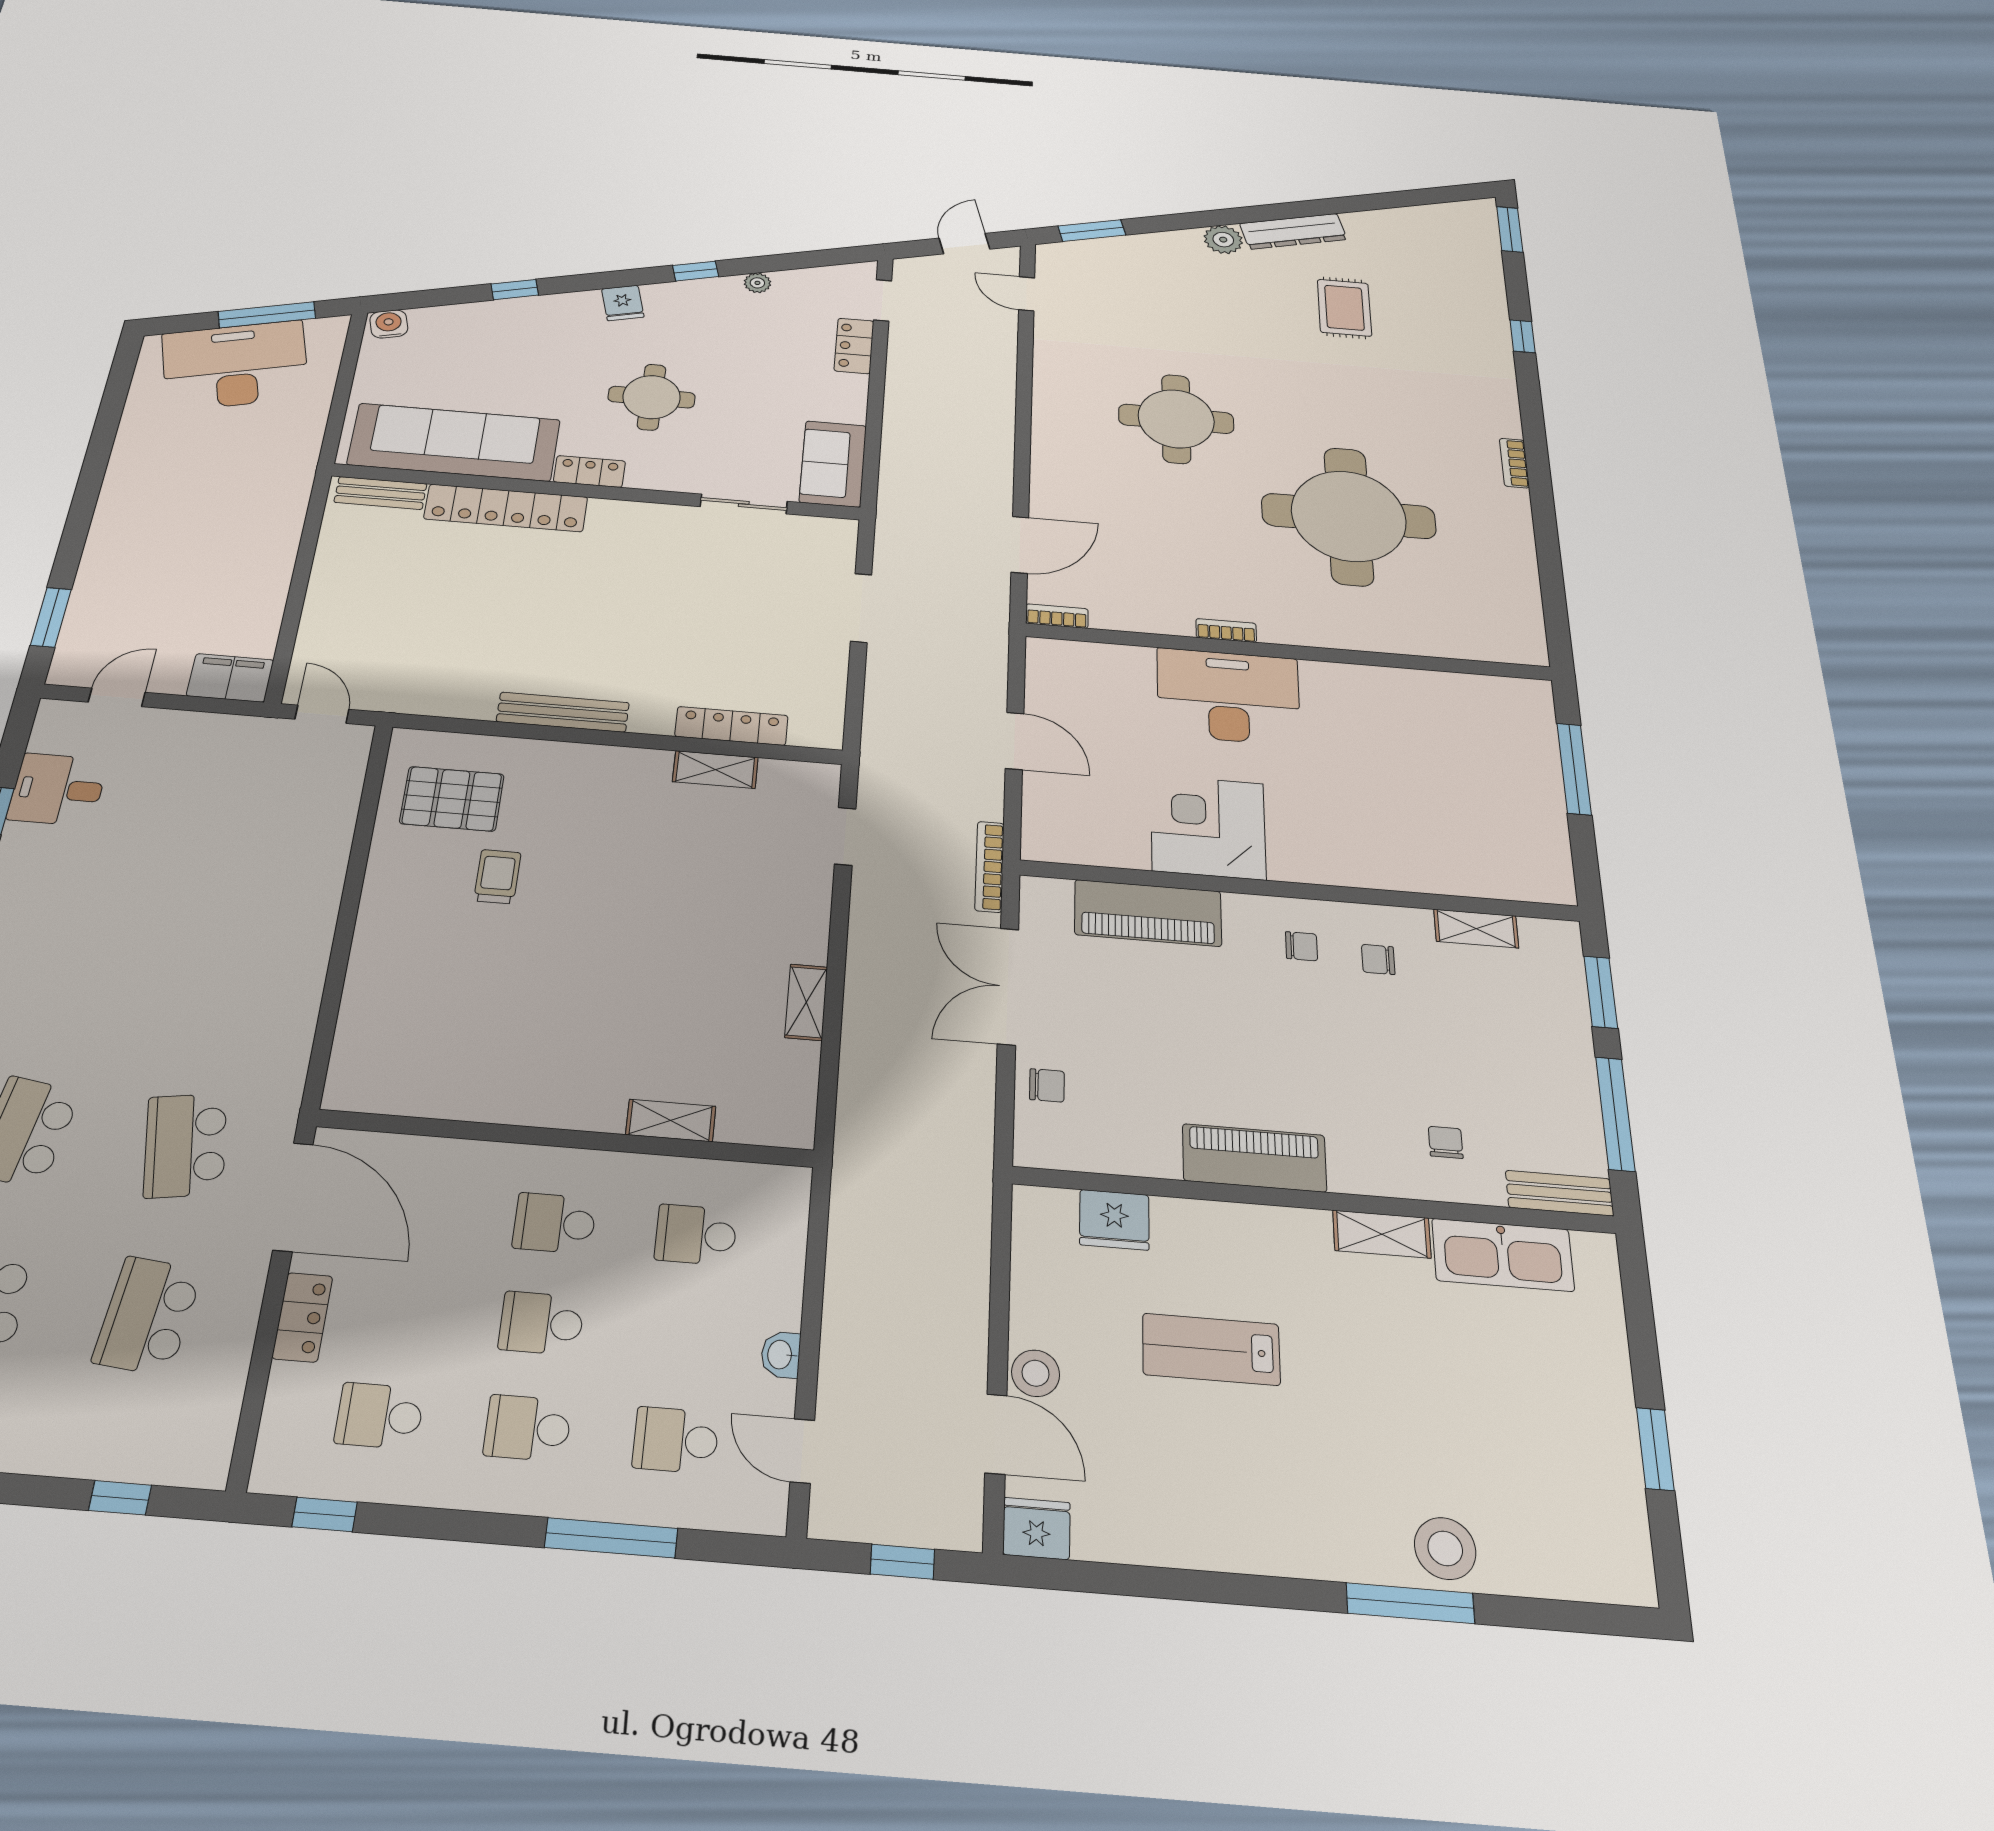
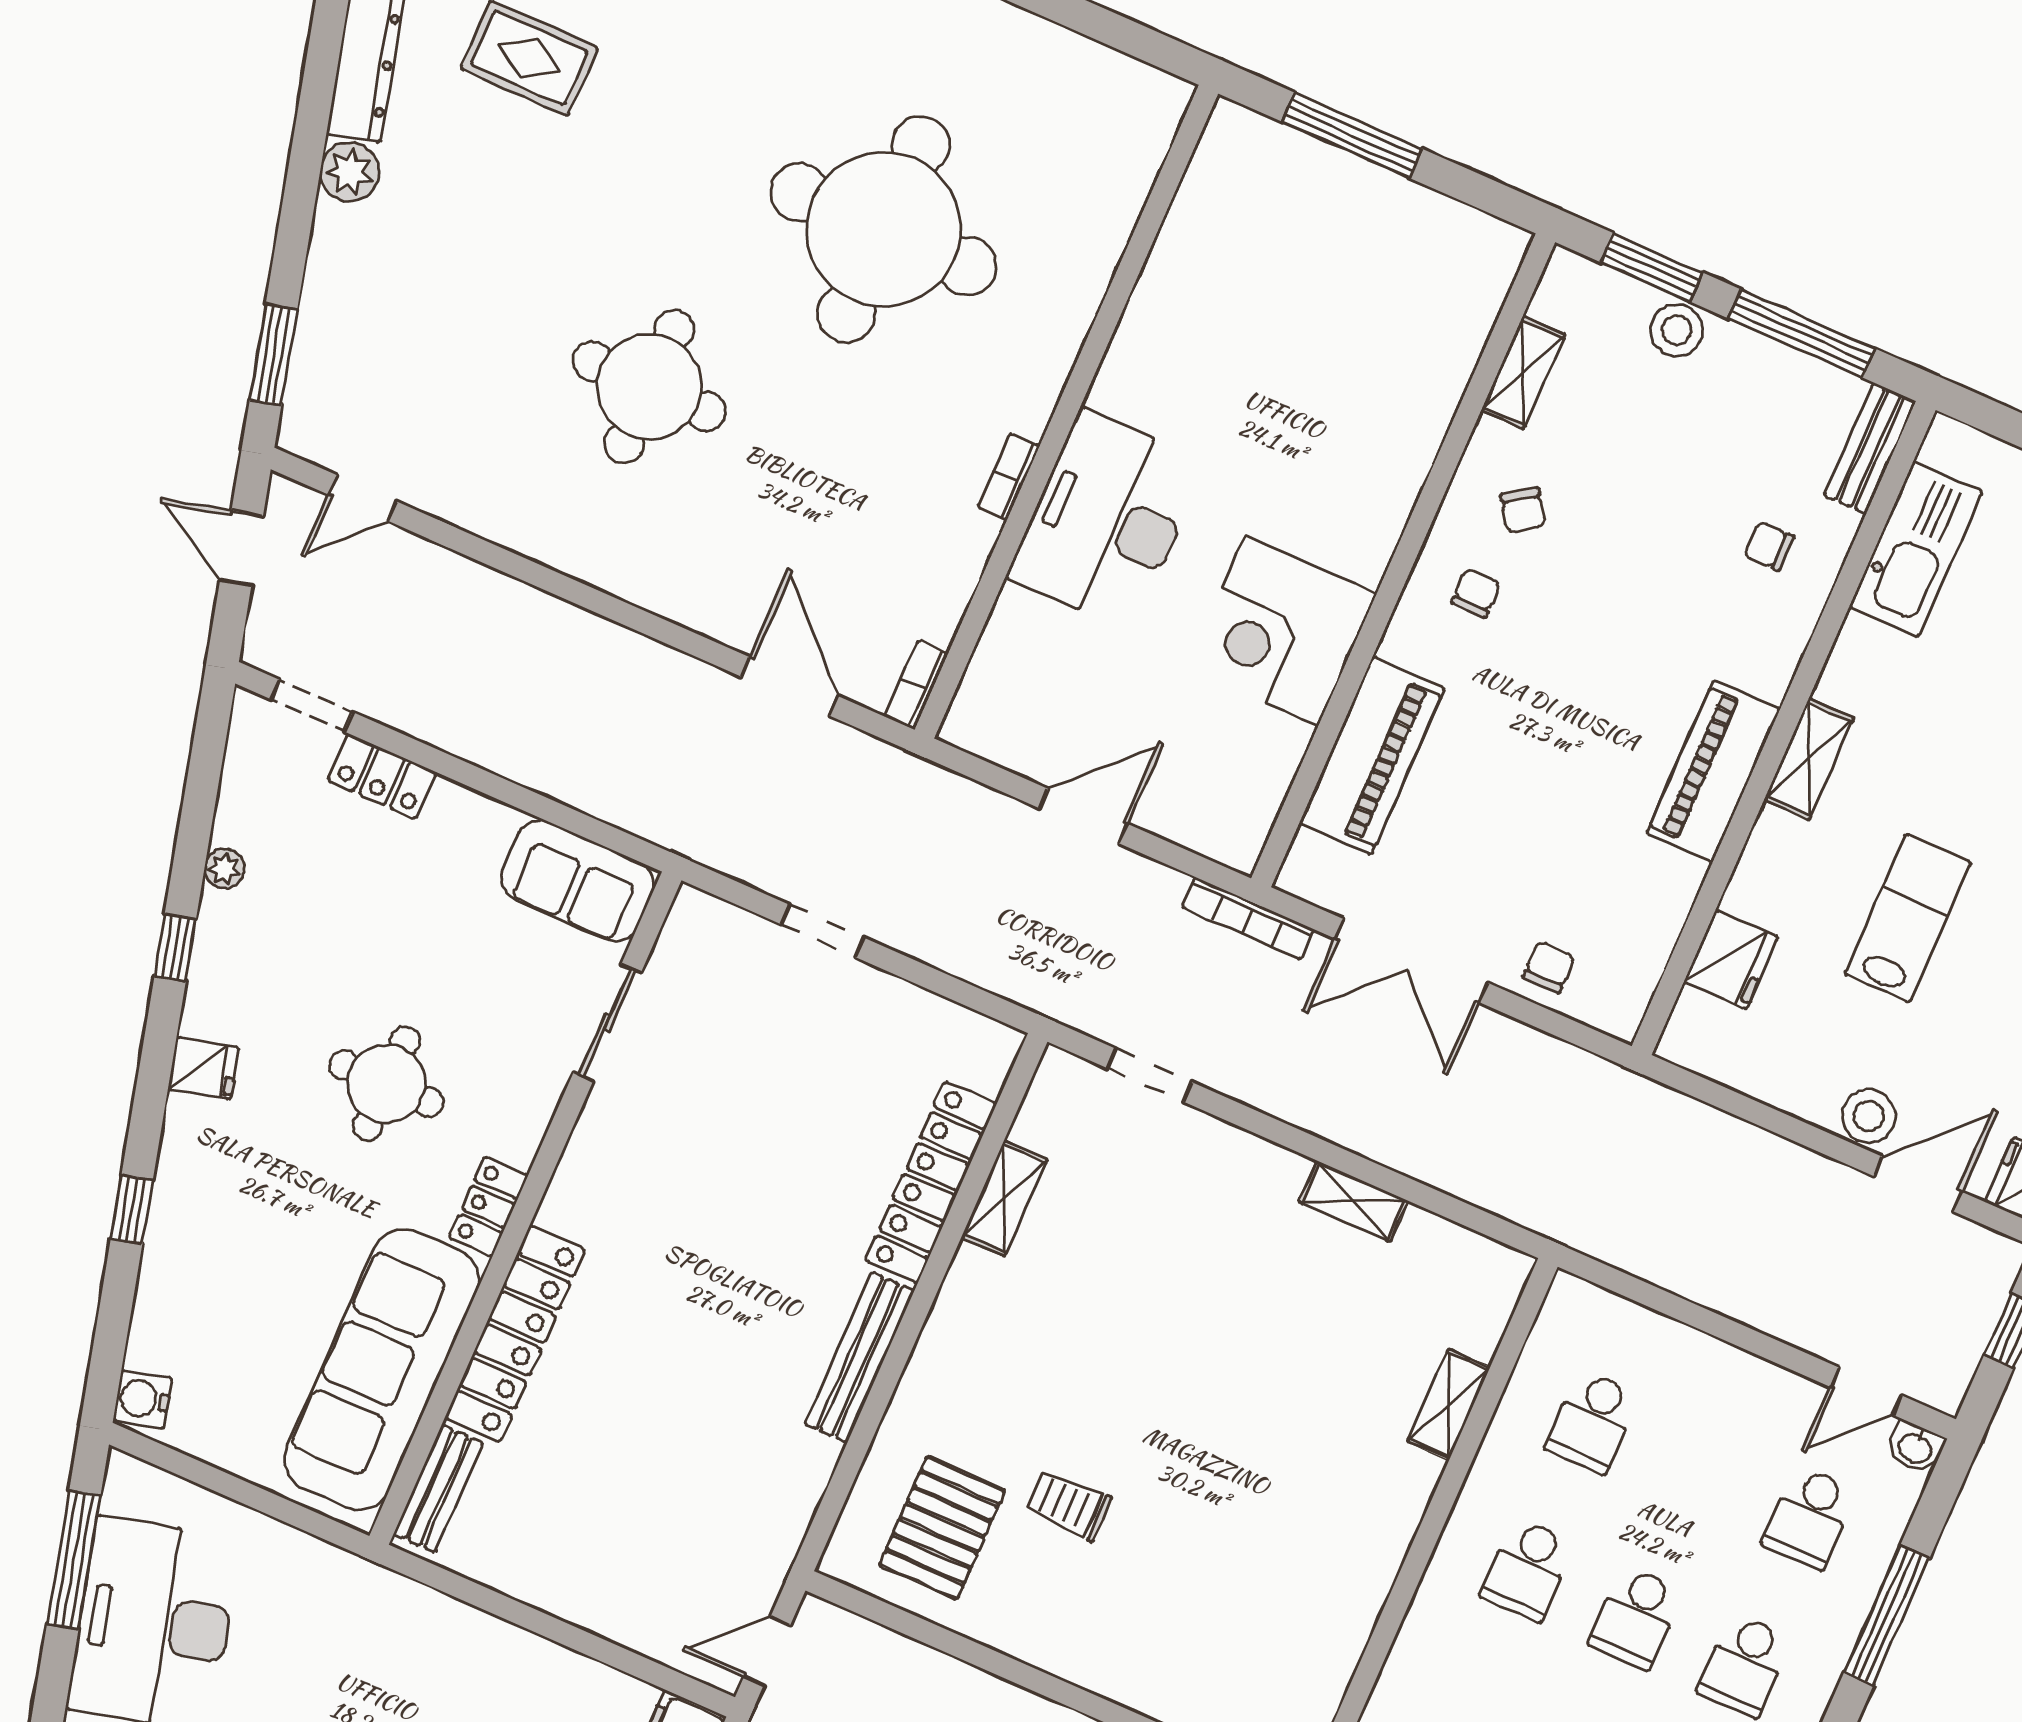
doorway: (861, 608) -> (822, 931), width x0.73
locker: (731, 726) -> (931, 1182), width x1.41, depth x1.21
chair: (1378, 959) -> (1523, 510), turned -34
stool: (1566, 1024) -> (1677, 330), added
shelving: (1382, 1234) -> (1809, 759), moved
lab bench: (1211, 1349) -> (1908, 918), turned 180
washbasin: (781, 1355) -> (1915, 1447), moved

